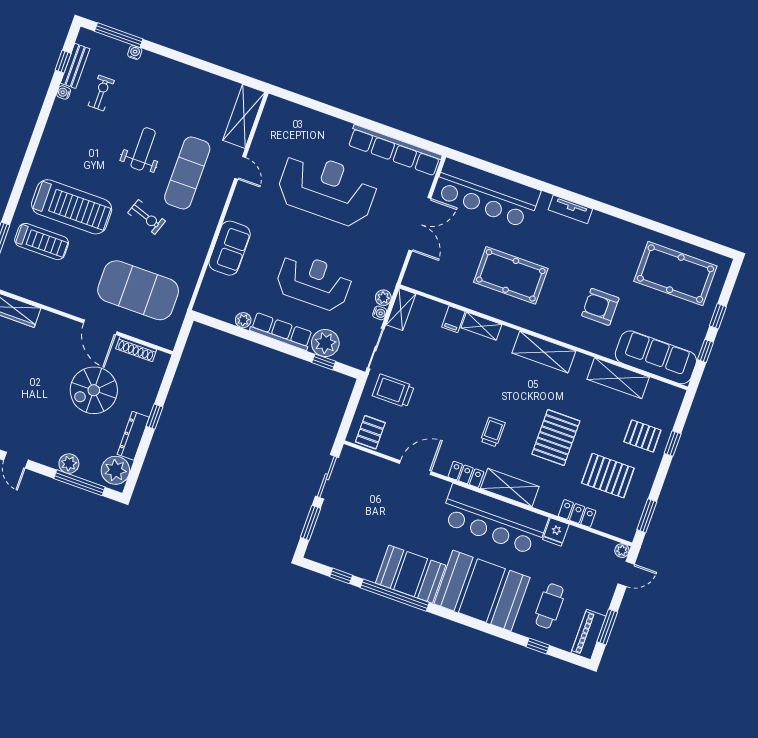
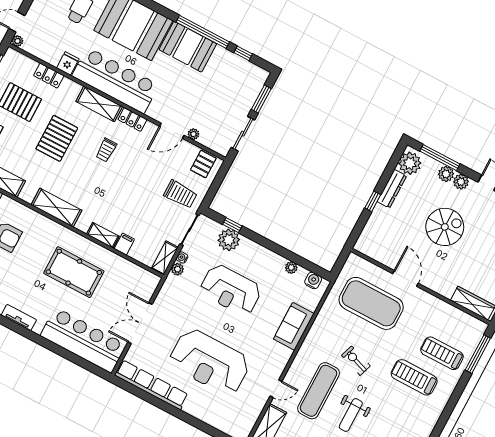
door: (240, 168) -> (276, 389), swing flipped
treadmill: (72, 207) -> (414, 377), width x0.73, depth x0.73
water cooler: (214, 308) -> (313, 280), added
row of seats: (281, 331) -> (262, 254), removed
shoe rack: (136, 349) -> (379, 257), removed
spiral stairs: (94, 390) -> (445, 227), moved
plant: (49, 457) -> (461, 182), added
plant: (388, 467) -> (193, 134), added

